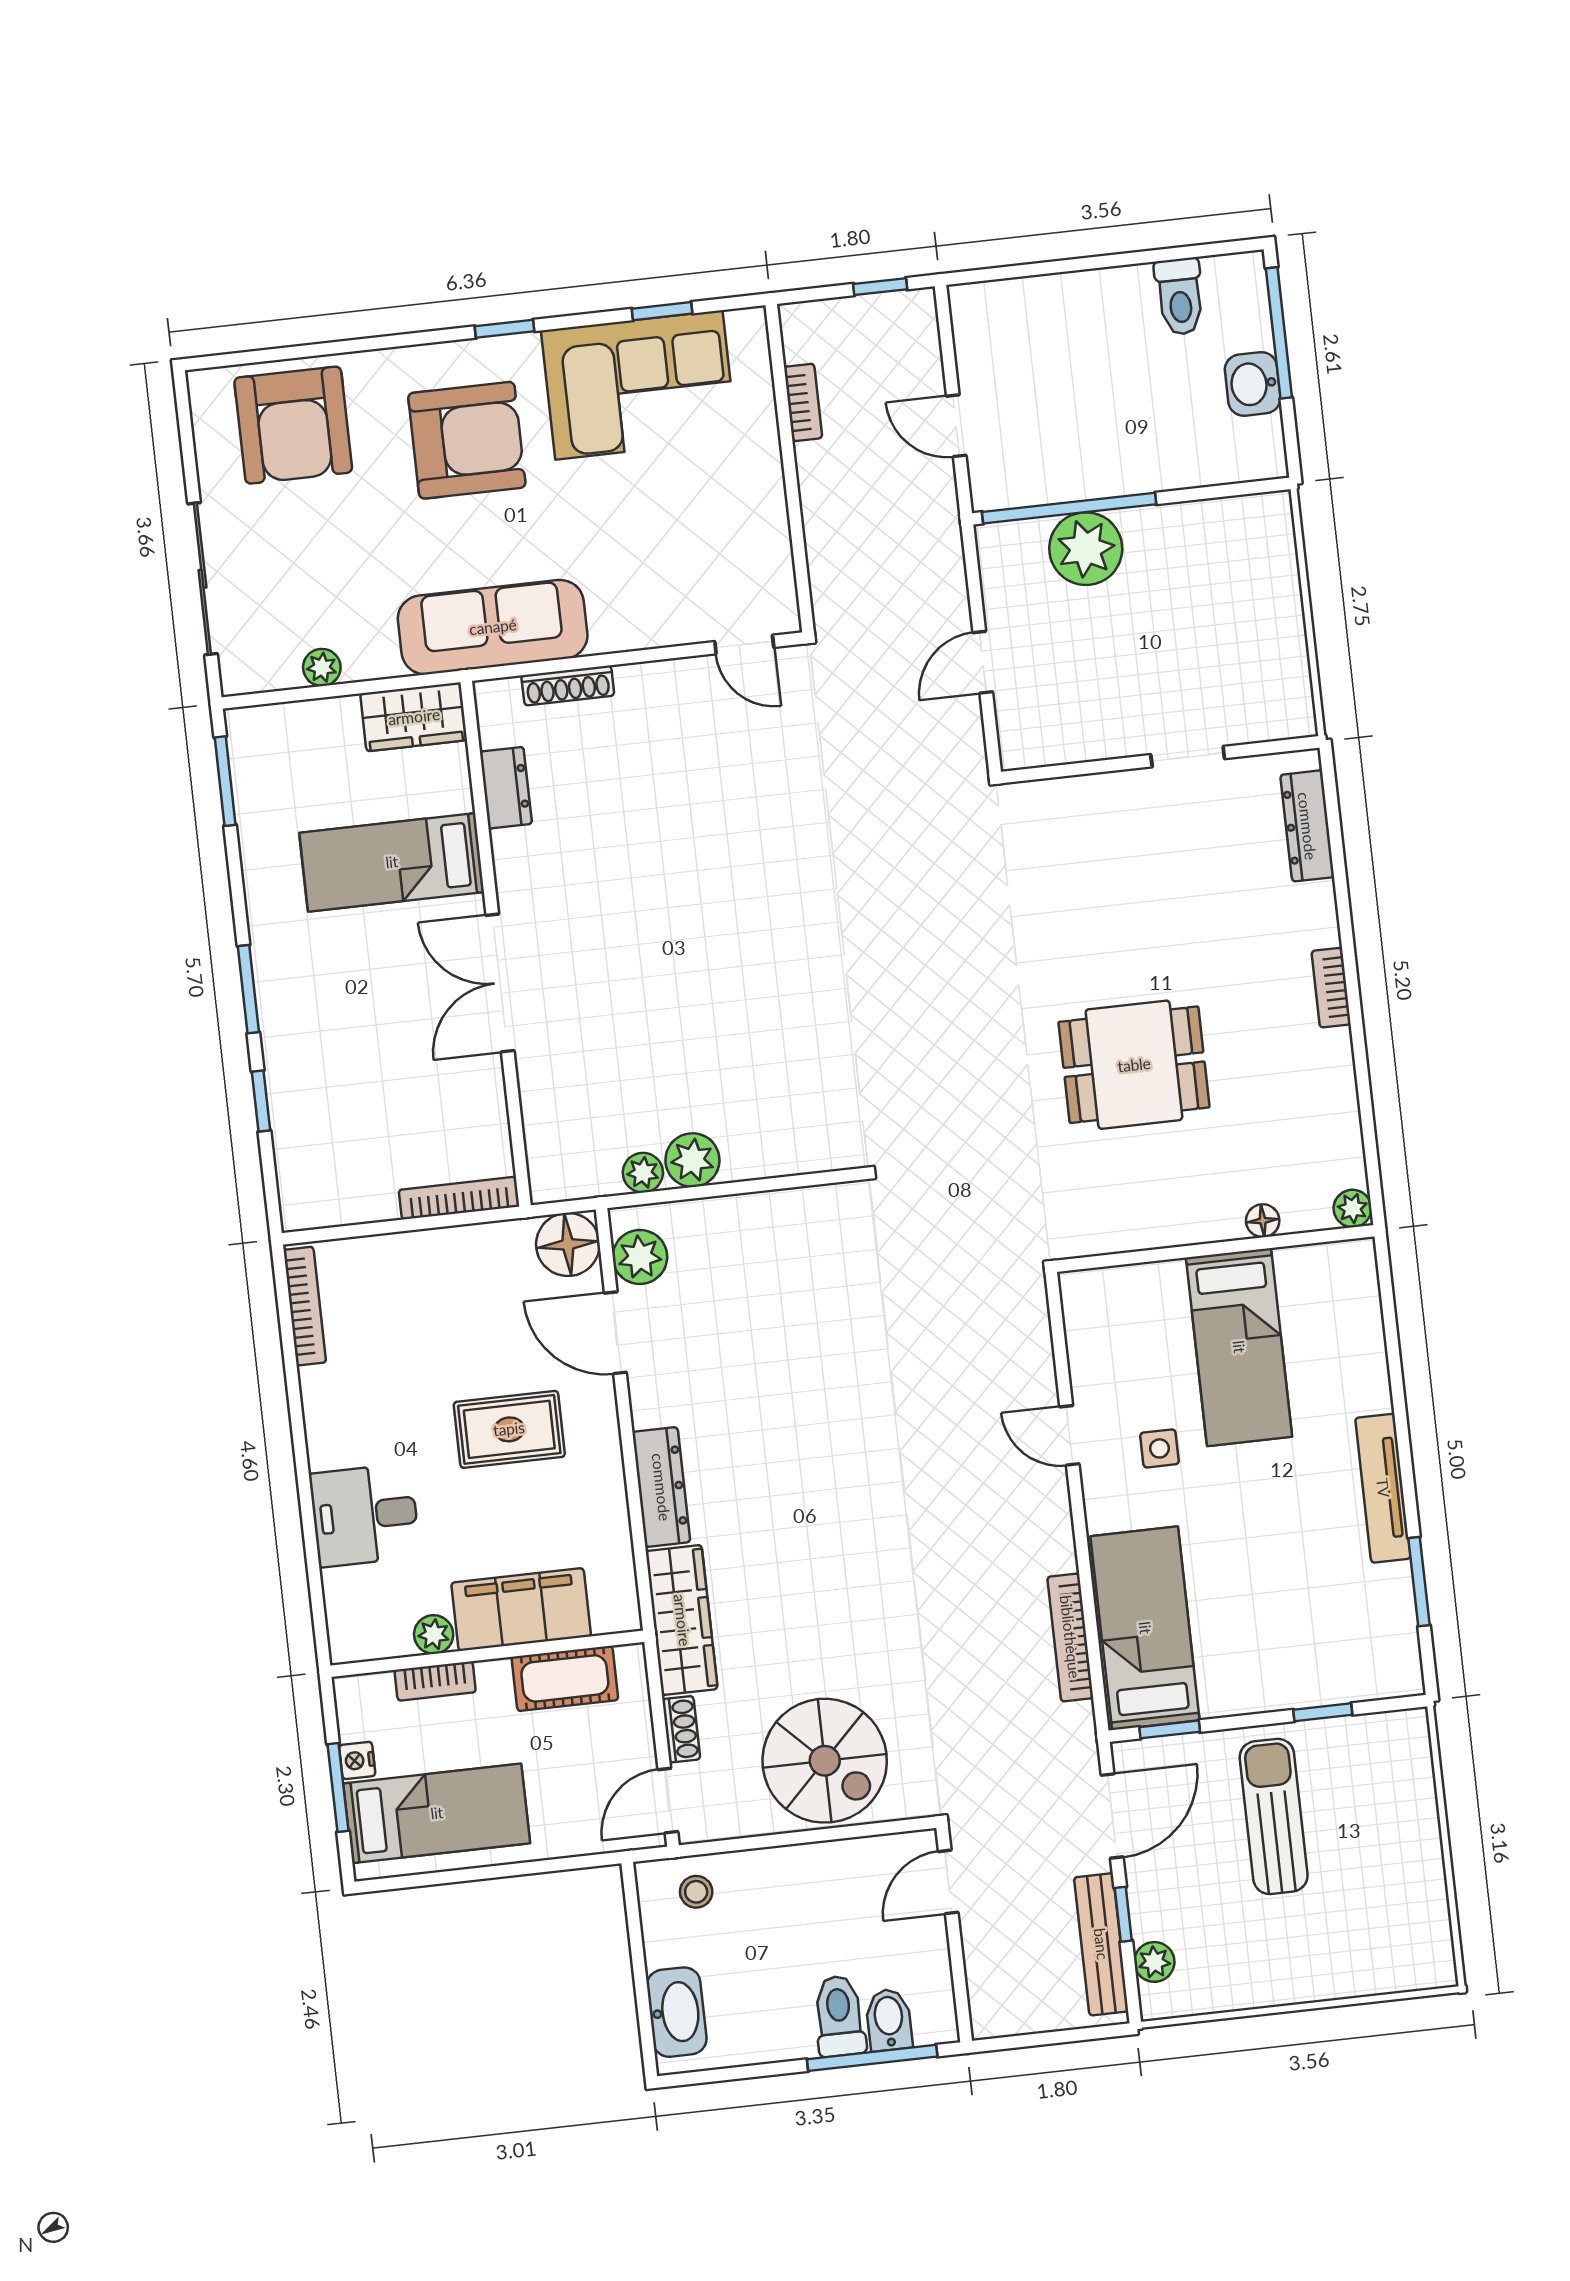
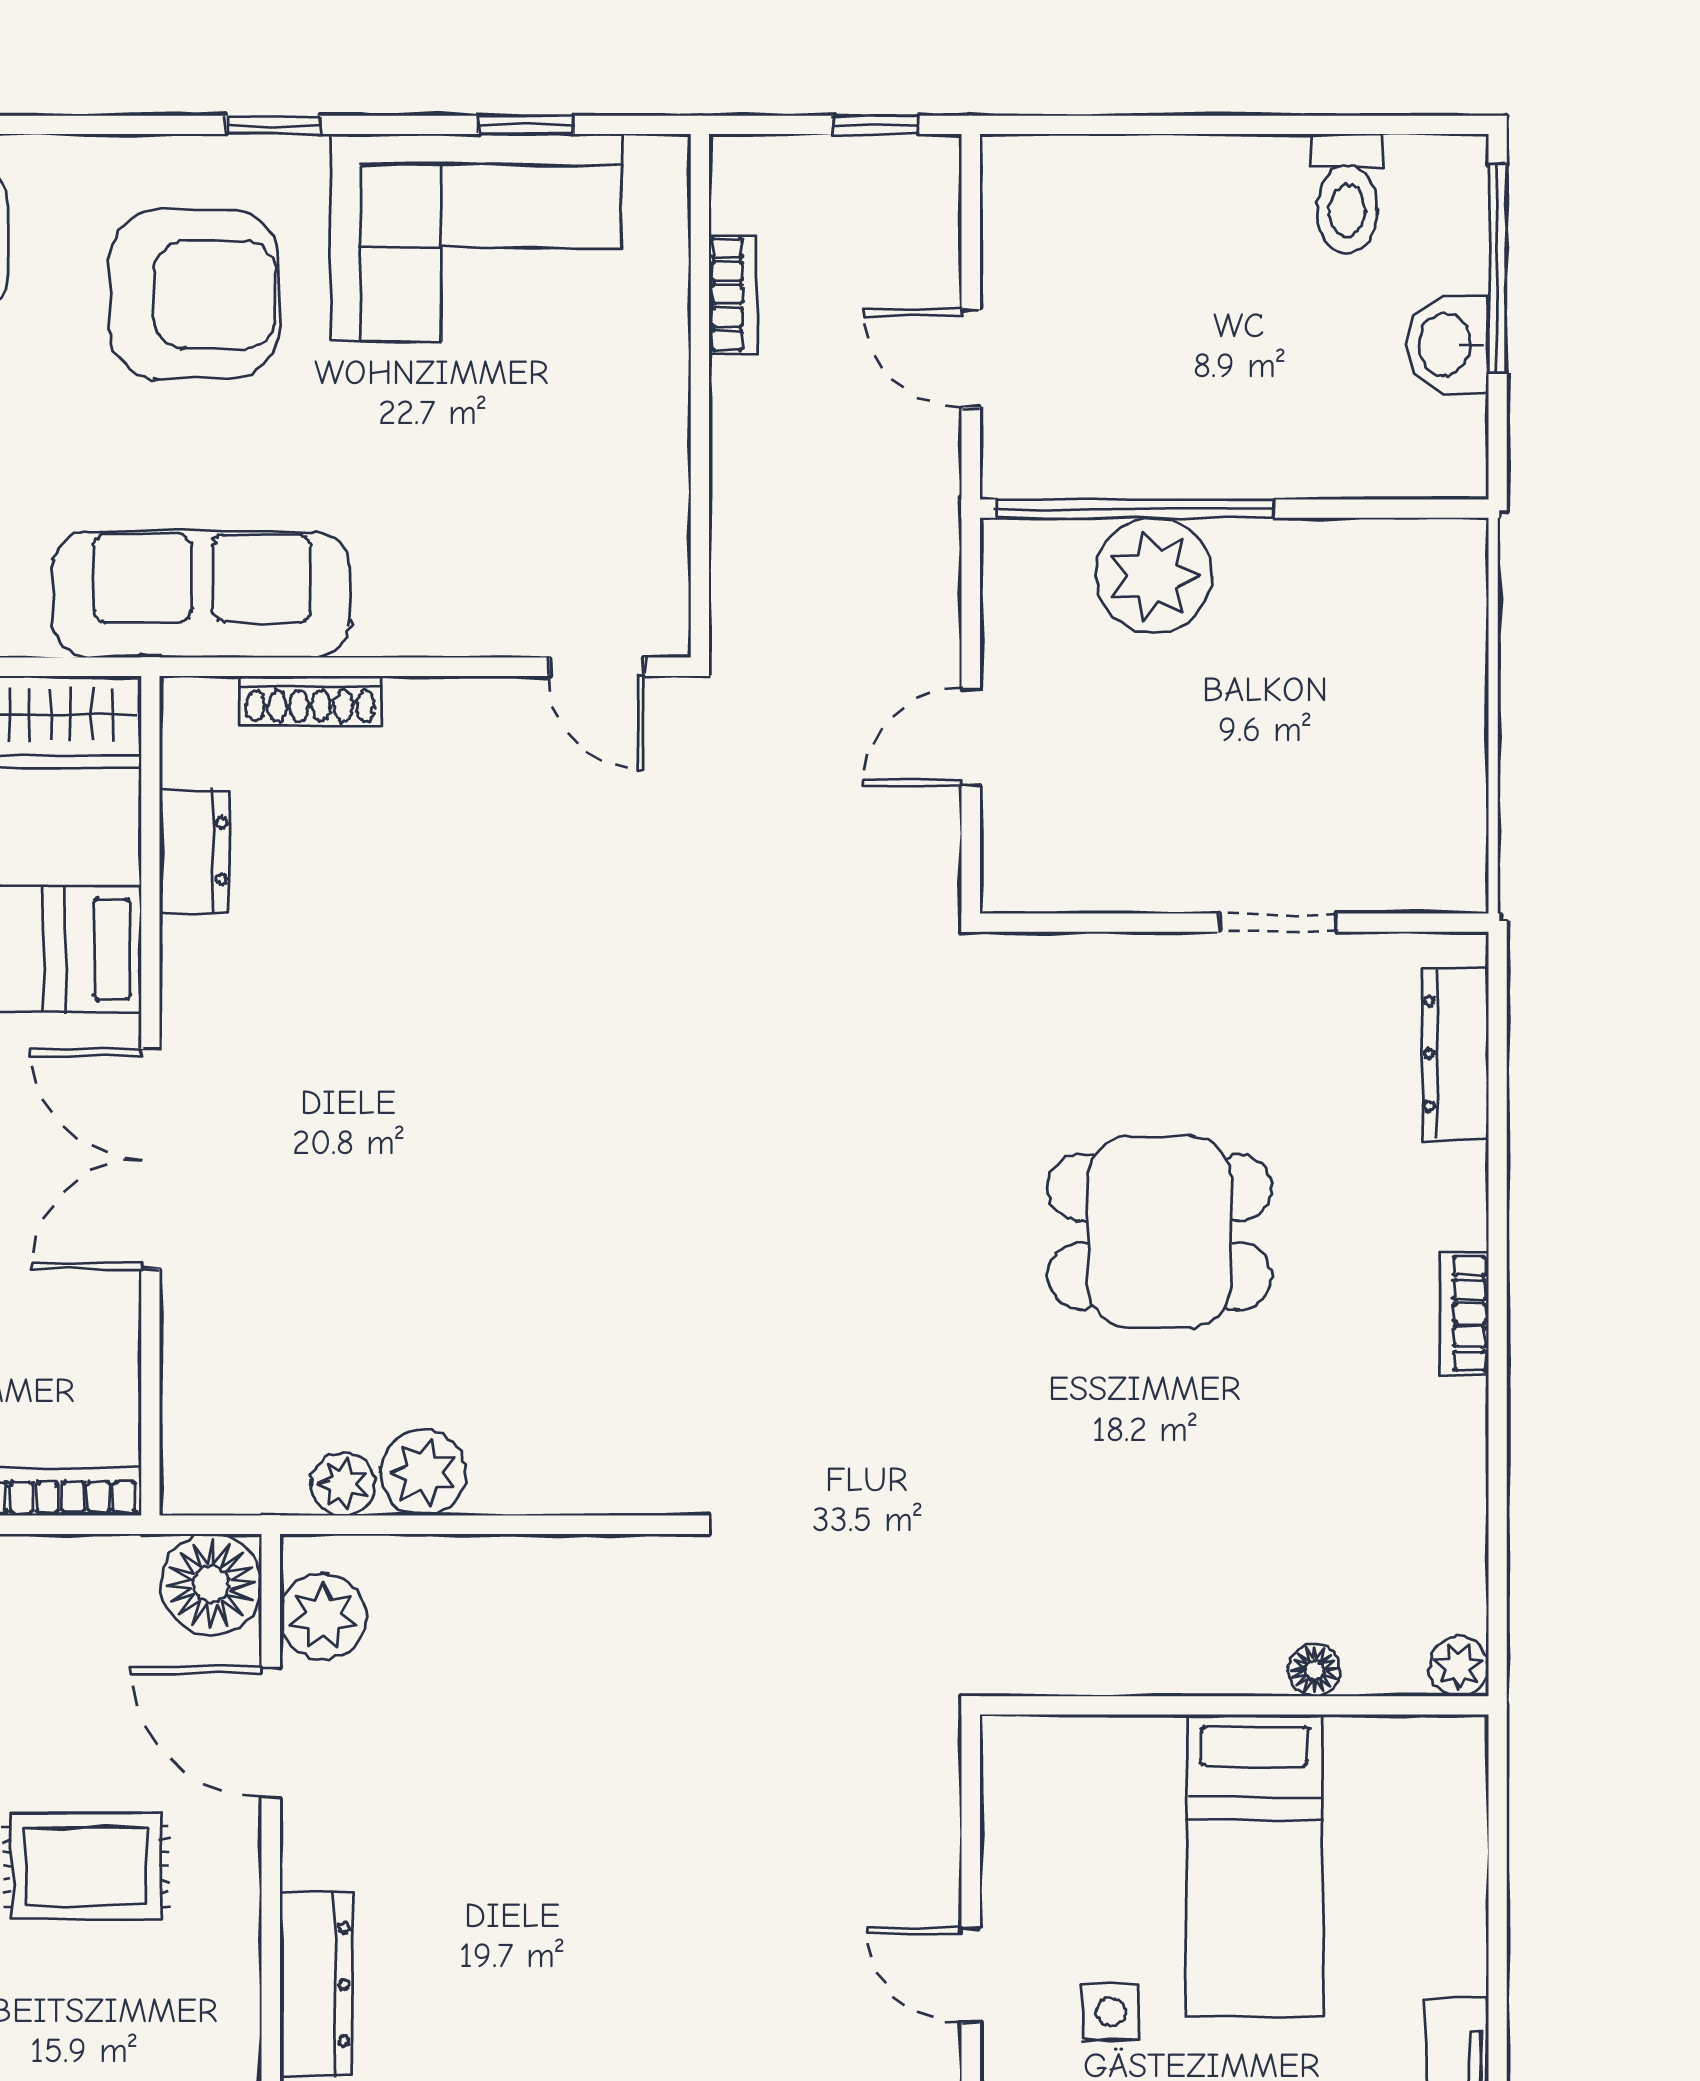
dining table: (1134, 1065) -> (1160, 1232), moved

